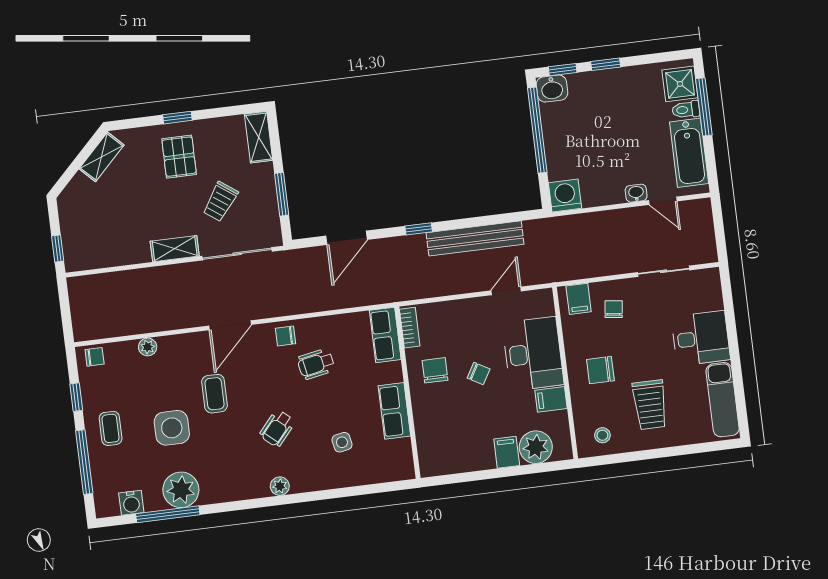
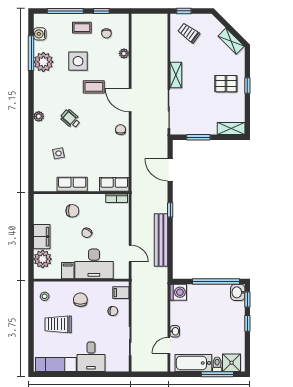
trolley: (220, 202) -> (189, 33), moved
chair: (95, 357) -> (106, 33), moved
wheelchair: (316, 364) -> (103, 144), removed
chair: (435, 370) -> (72, 211), moved
filing cabinet: (507, 452) -> (42, 237), width x2.00

